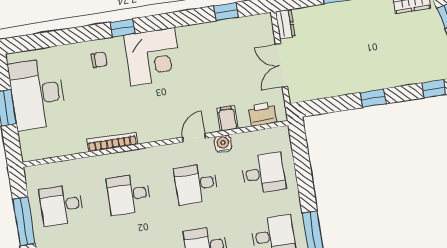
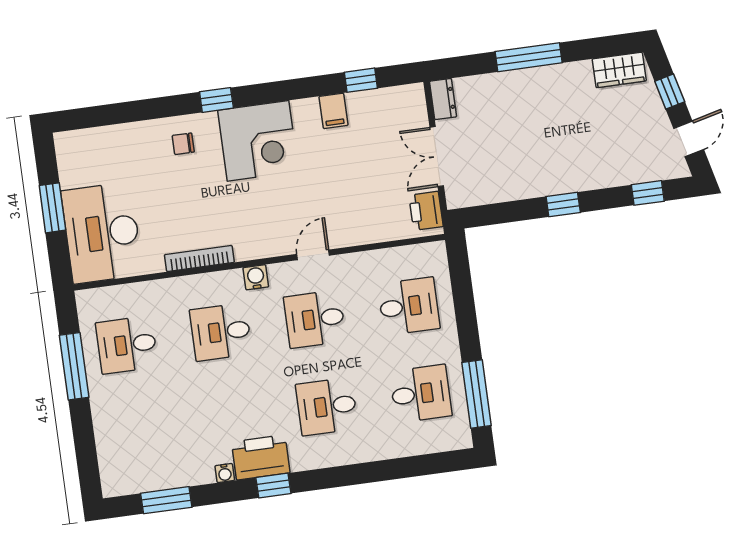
chair: (99, 60) -> (183, 144), turned 180
desk: (37, 94) -> (102, 233), moved
printer: (262, 114) -> (426, 211), moved, turned -90
filing cabinet: (227, 118) -> (333, 111), moved, turned 180
water cooler: (223, 144) -> (256, 277), moved

